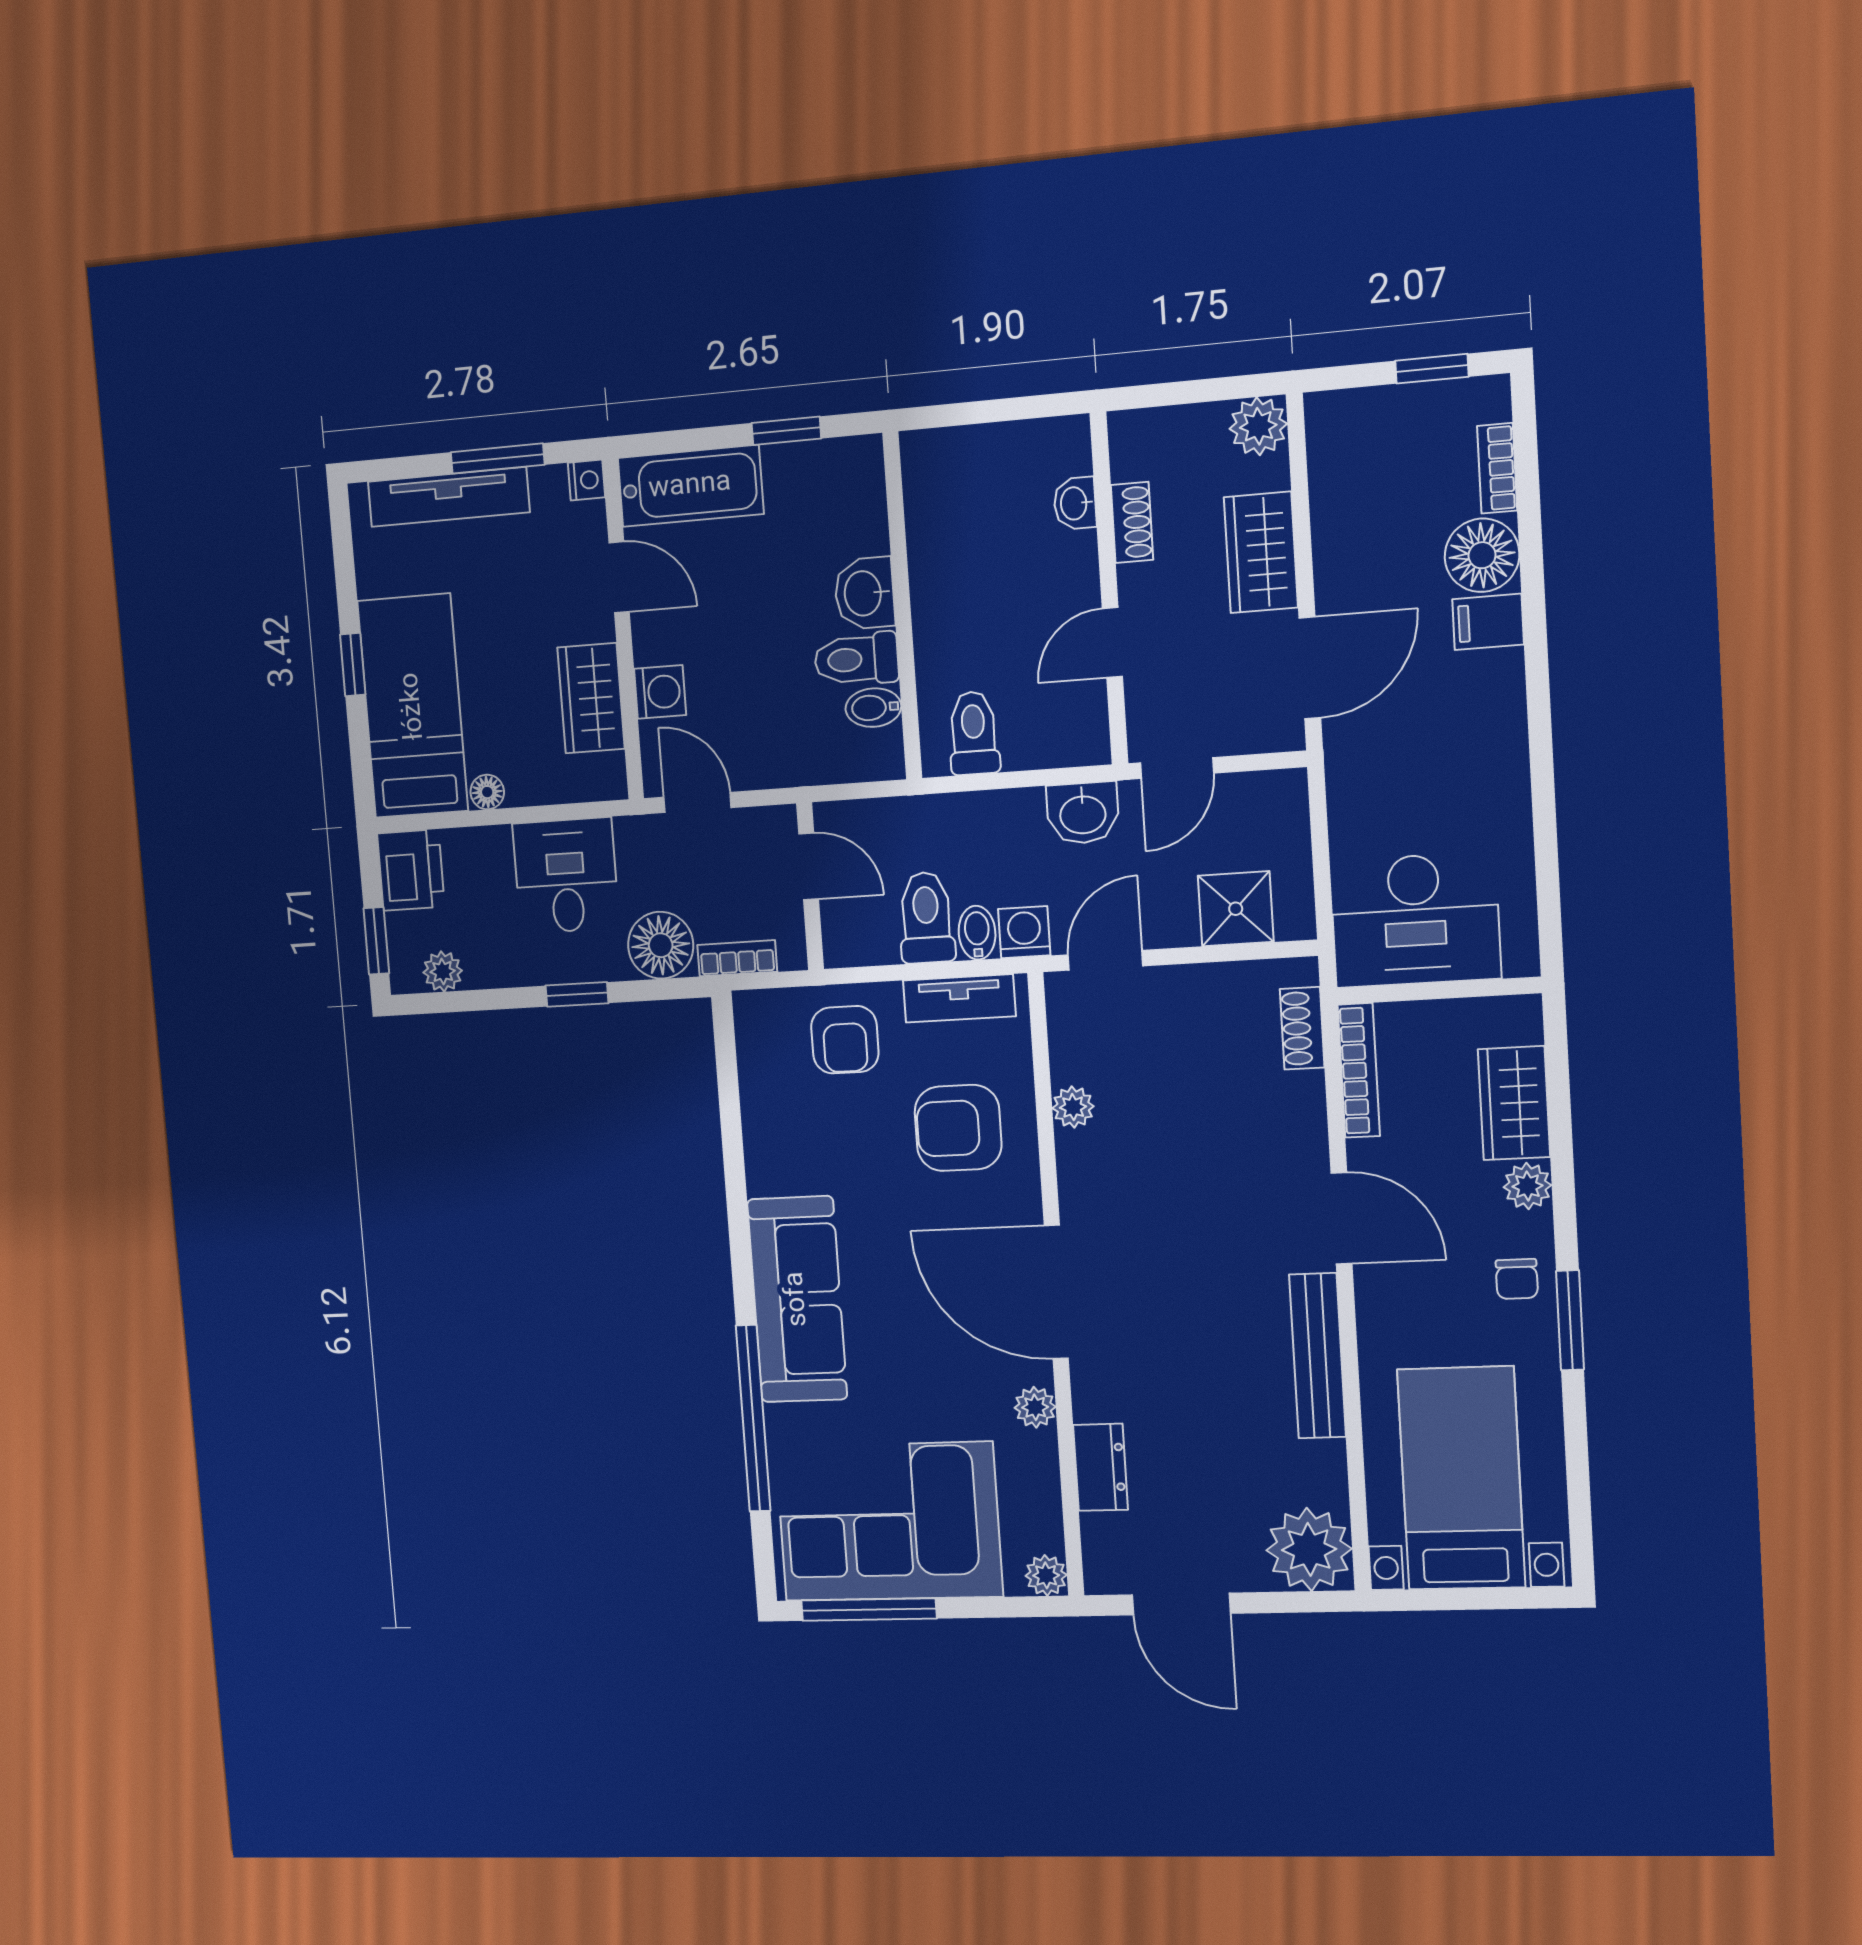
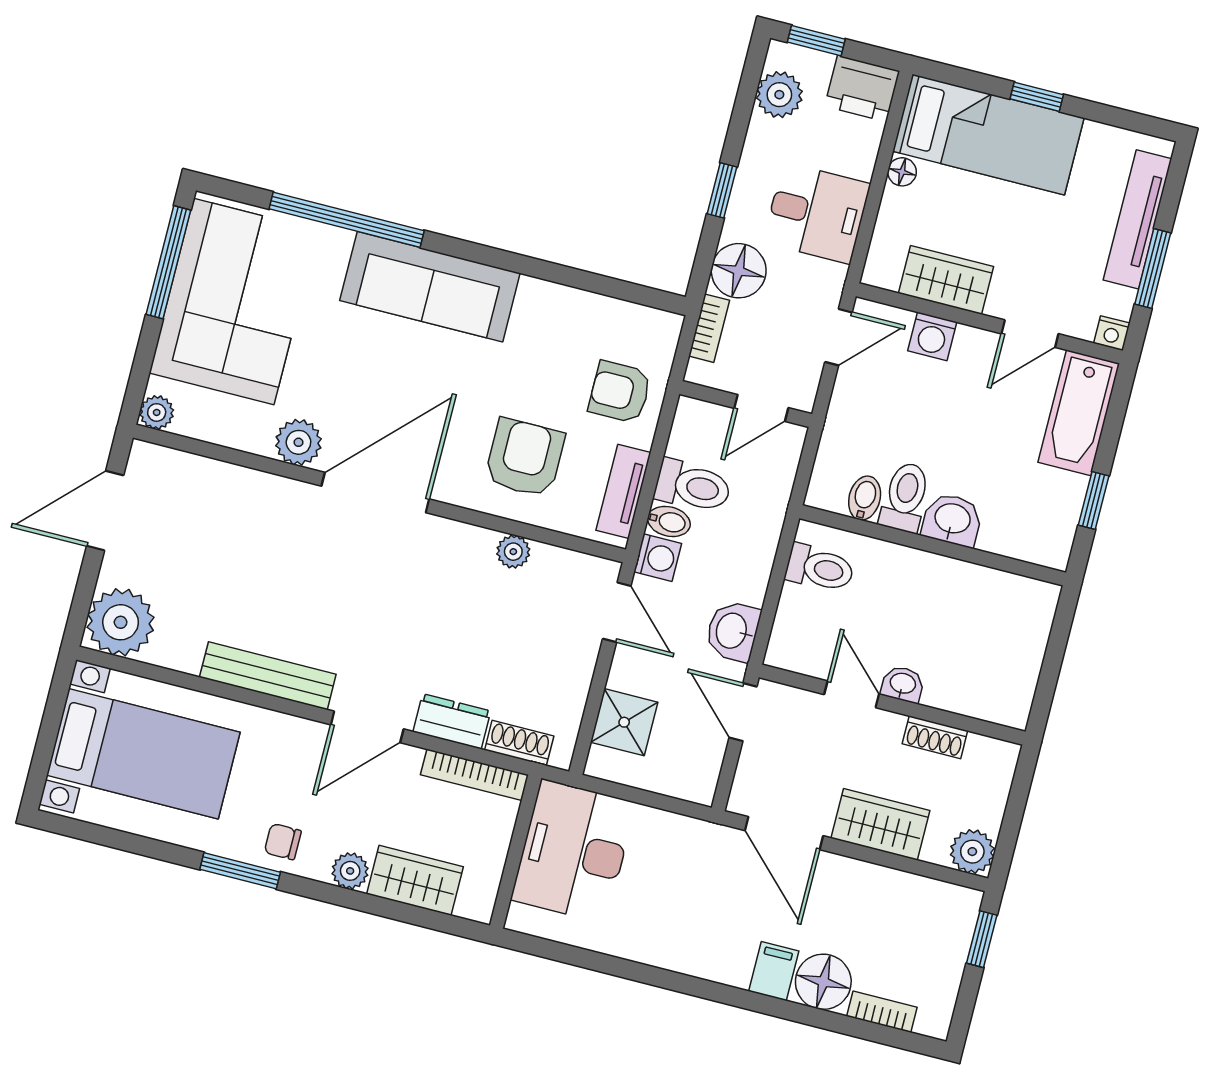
window: (1432, 369) -> (982, 939), moved
washbasin: (1075, 503) -> (903, 684), moved
plant: (443, 971) -> (779, 95), width x1.38, depth x1.38
plant: (1035, 1407) -> (298, 442), width x1.38, depth x1.38
dresser: (1100, 1467) -> (452, 721), moved, turned 180

